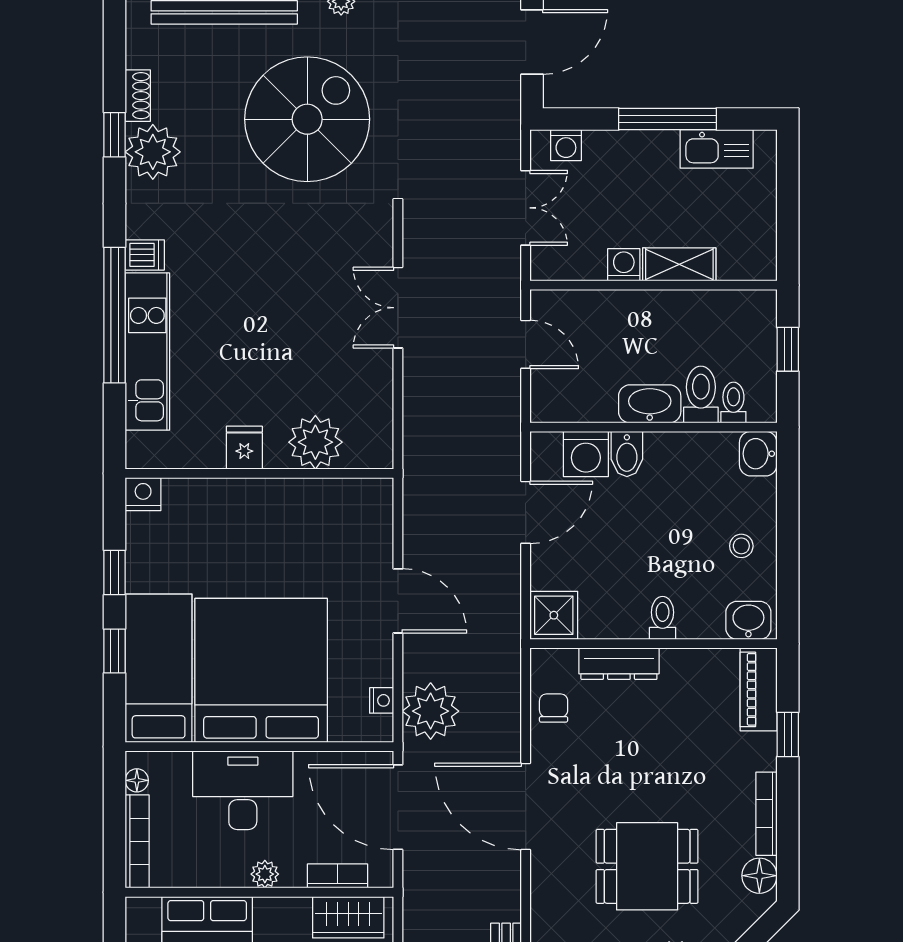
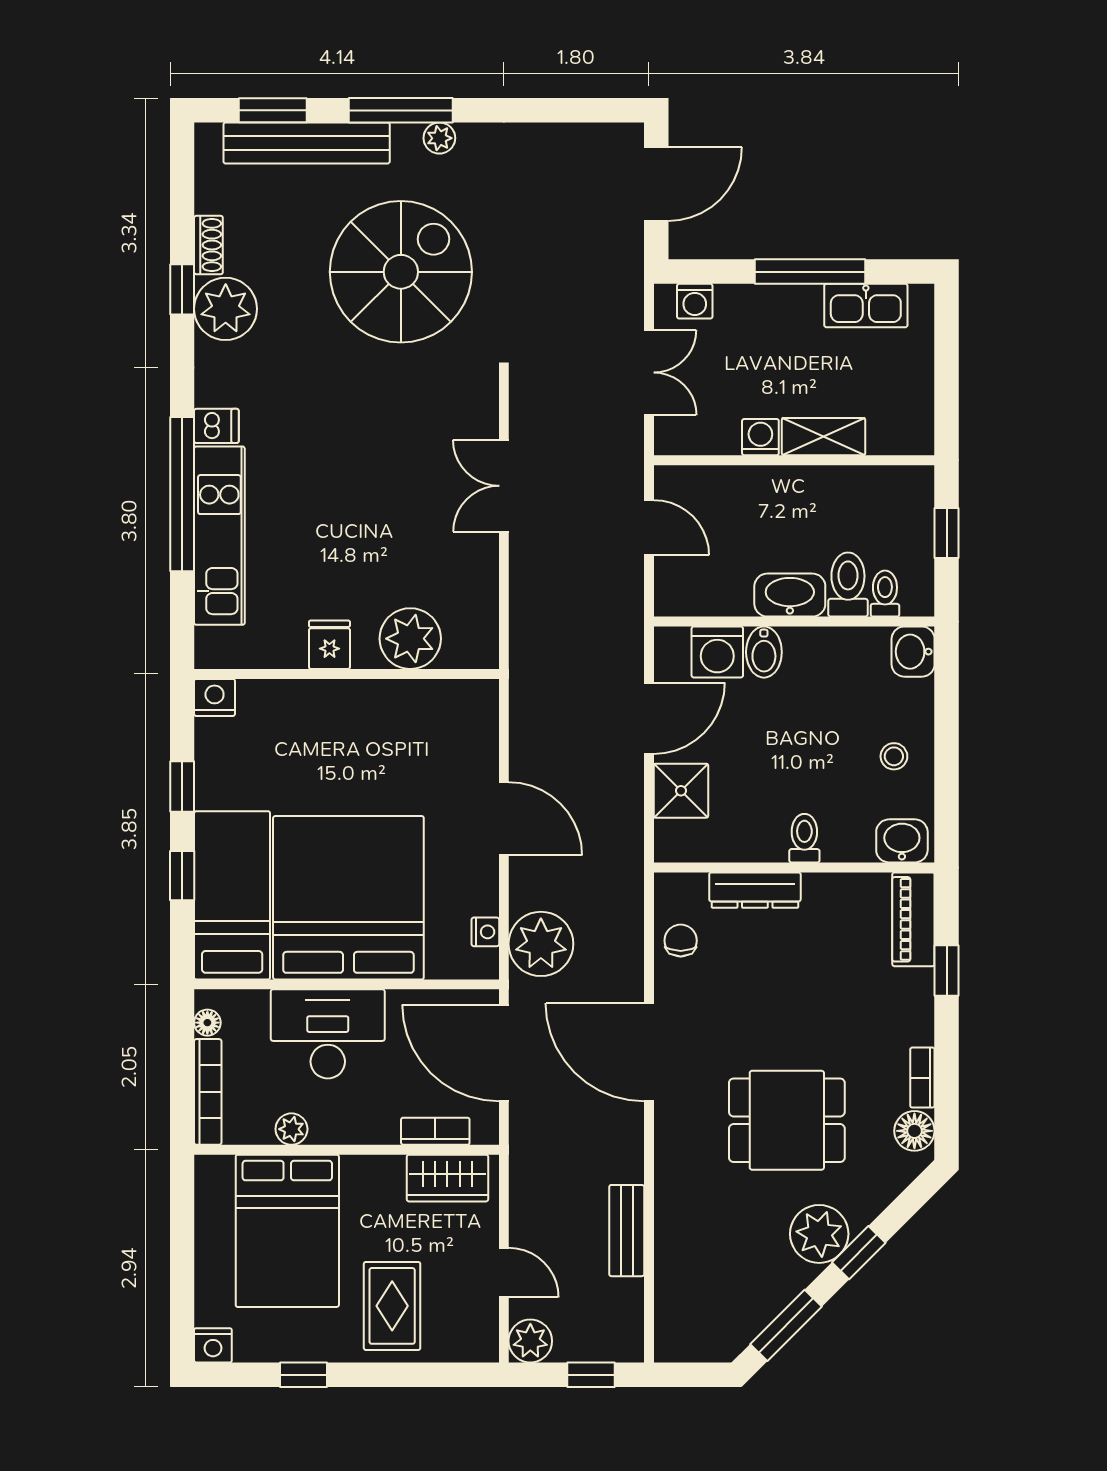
shower: (554, 615) -> (681, 791), moved
bookcase: (766, 814) -> (922, 1078), width x0.64
plant: (265, 874) -> (291, 1129), moved

